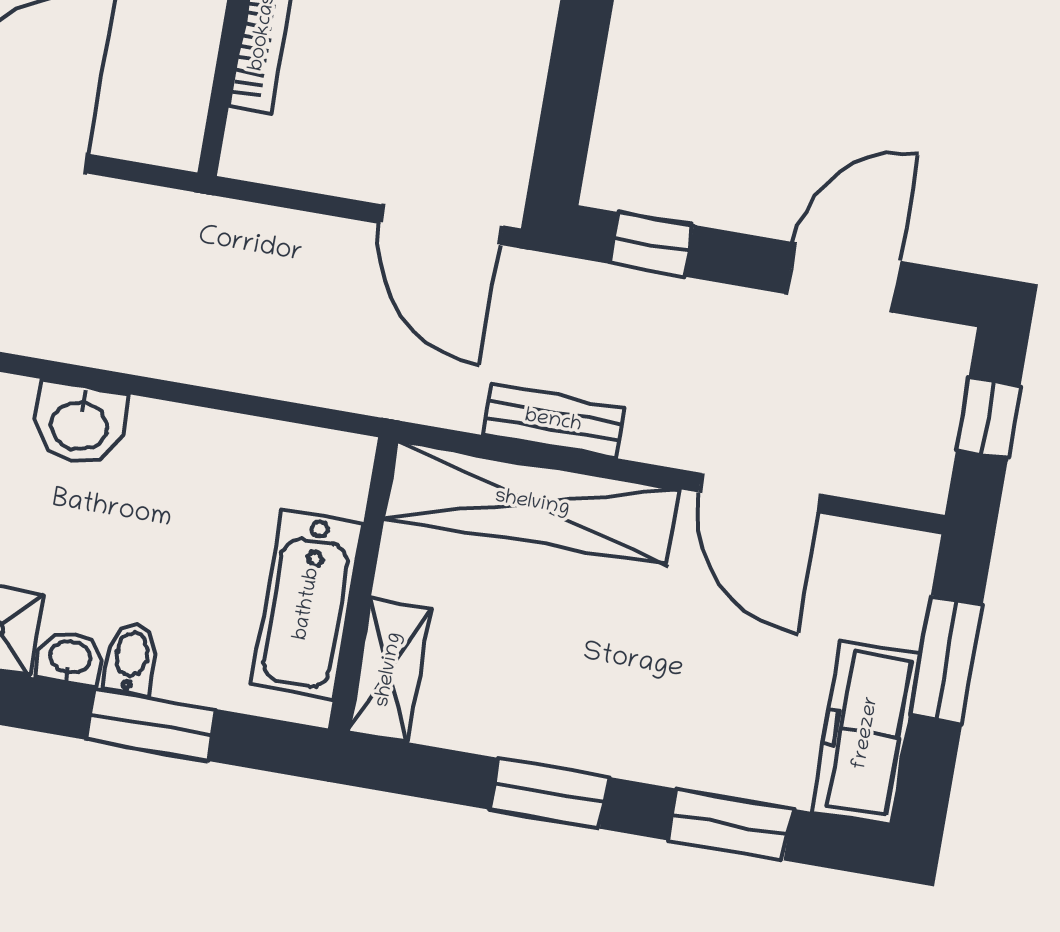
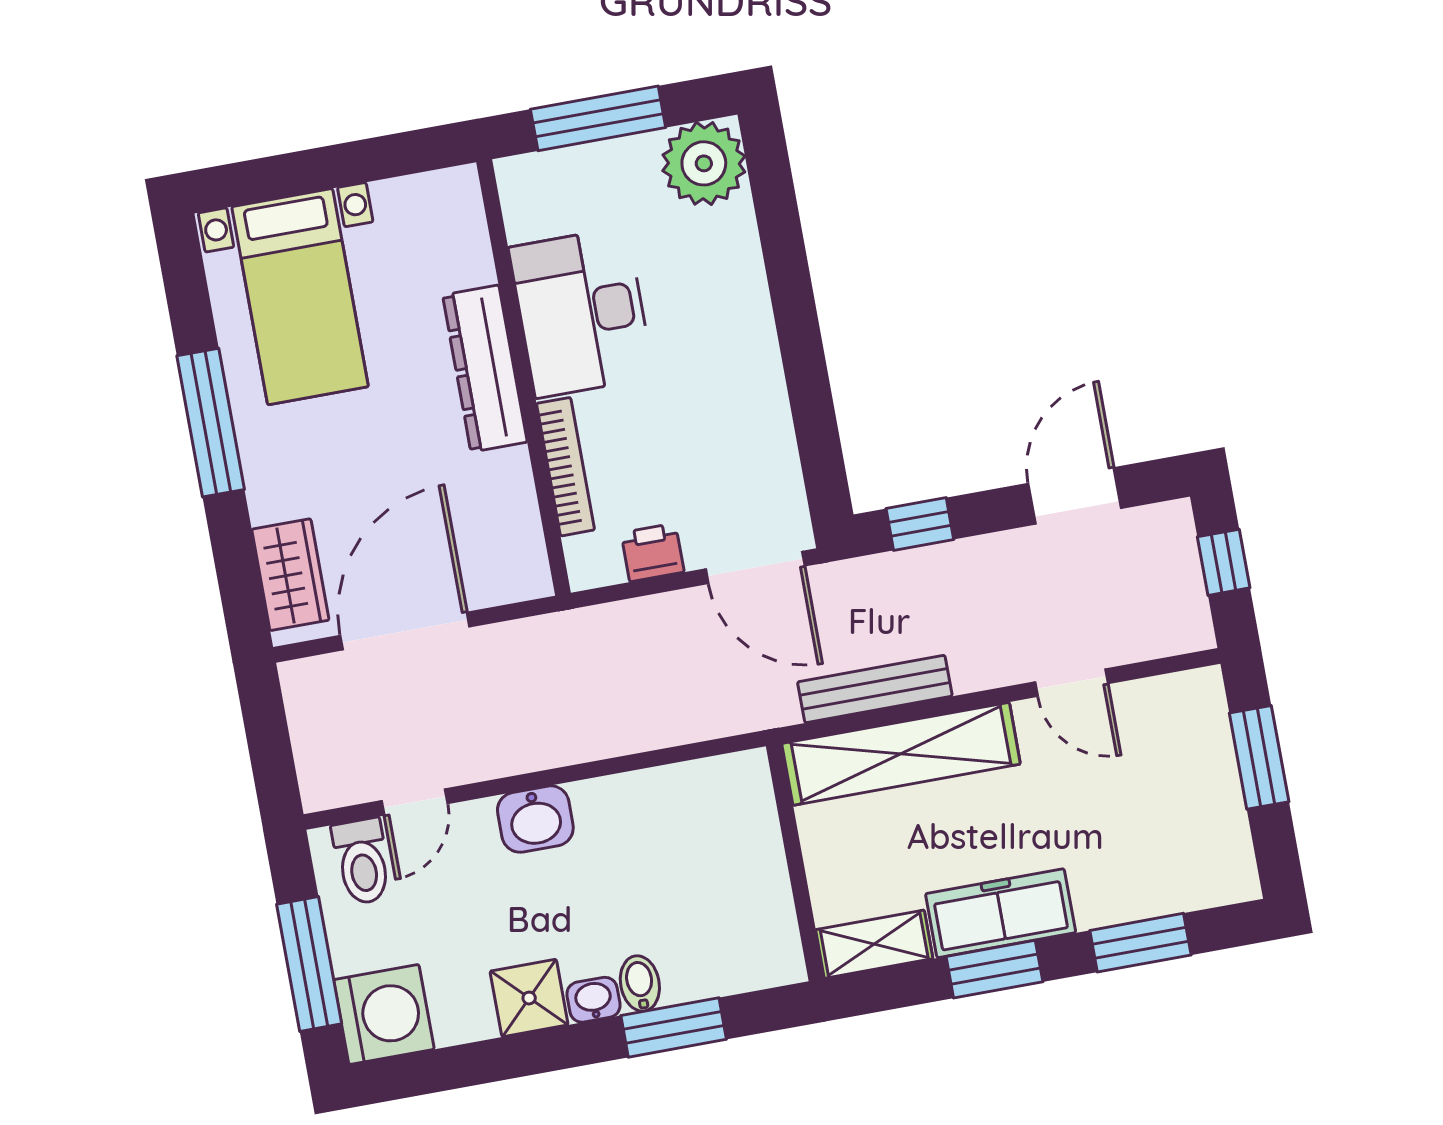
printer: (329, 164) -> (653, 552), added
bench: (553, 421) -> (875, 689), width x1.36
door: (760, 493) -> (1071, 683), width x0.73
bathtub: (307, 604) -> (758, 893), removed
shelving: (389, 670) -> (874, 944), moved, turned 90
freezer: (866, 733) -> (1001, 913), moved, turned 90

